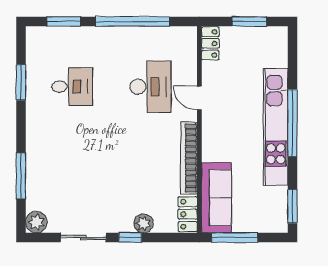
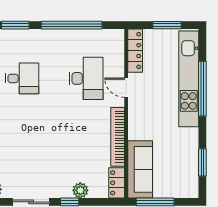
locker: (210, 44) -> (135, 51), width x1.53
window: (292, 123) -> (202, 89), moved
kitchen unit: (276, 127) -> (189, 79), moved
window: (292, 206) -> (202, 162), moved

